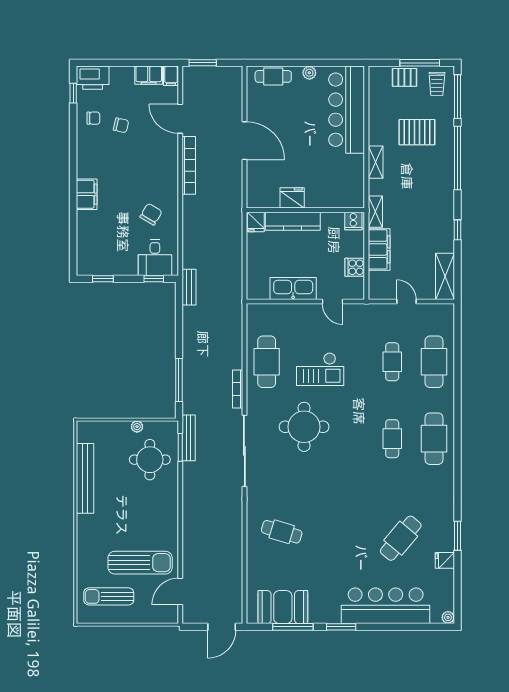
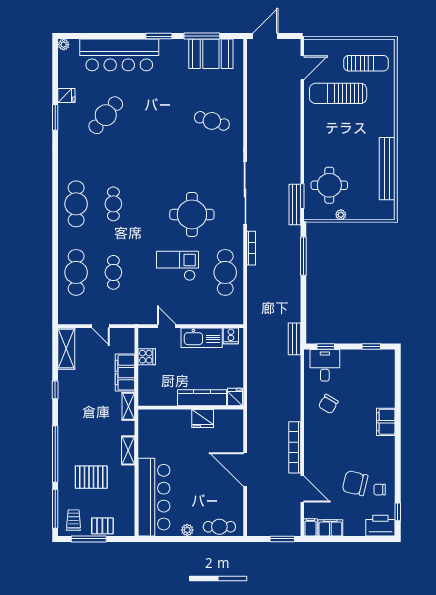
chair: (121, 125) -> (355, 483), width x1.87, depth x1.87
cooker: (353, 221) -> (231, 336), moved, turned 180

